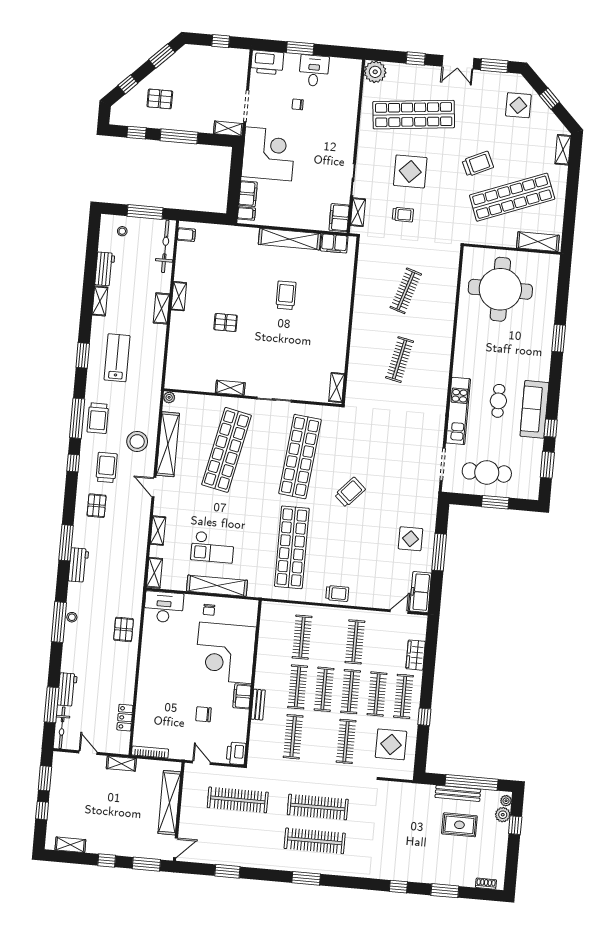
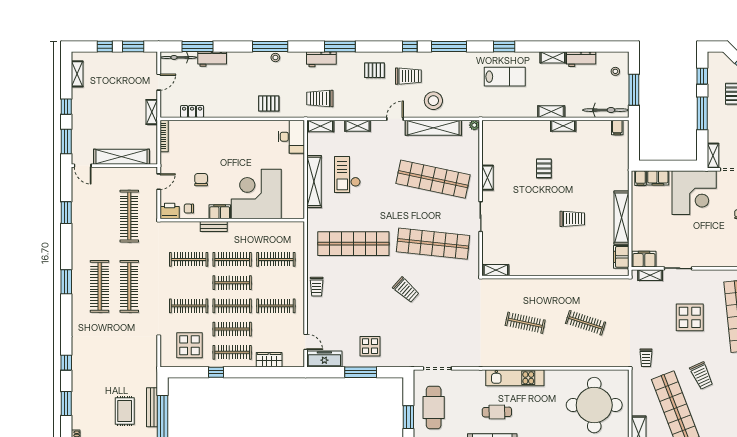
trolley: (403, 215) -> (646, 358), moved
kitchen unit: (458, 411) -> (515, 378), moved
trolley: (98, 418) -> (320, 98), moved
chair: (209, 610) -> (189, 209), moved

